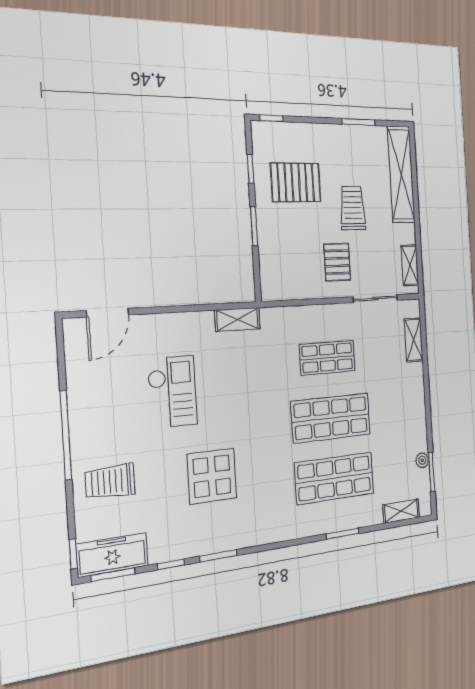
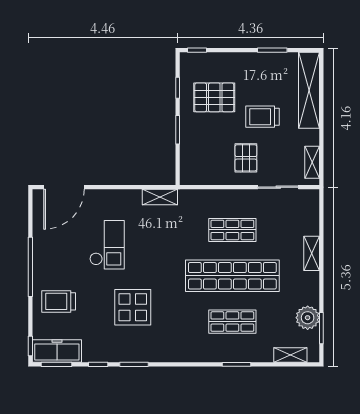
trolley: (353, 208) -> (262, 117), turned -90
door: (108, 313) -> (64, 187), width x1.36
shelving: (414, 340) -> (312, 253), moved
shop shelf: (331, 418) -> (232, 276), width x1.40
plant: (422, 460) -> (308, 318), width x1.87, depth x1.87
shop shelf: (335, 478) -> (232, 322), width x0.70, depth x0.74

